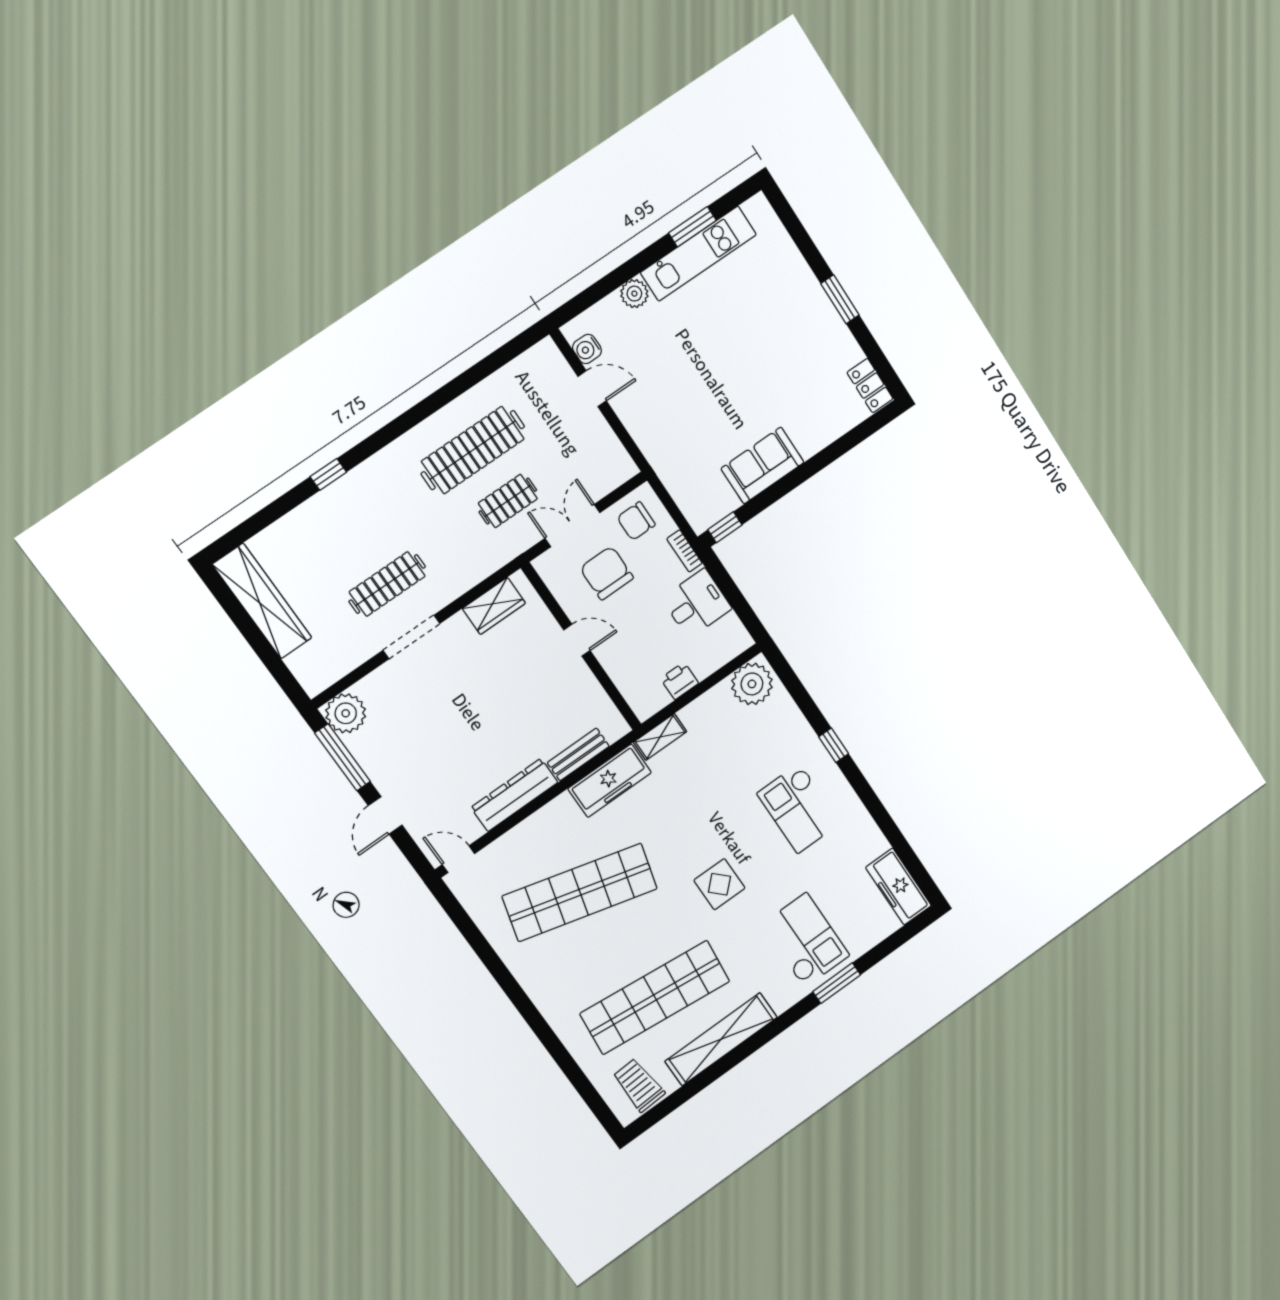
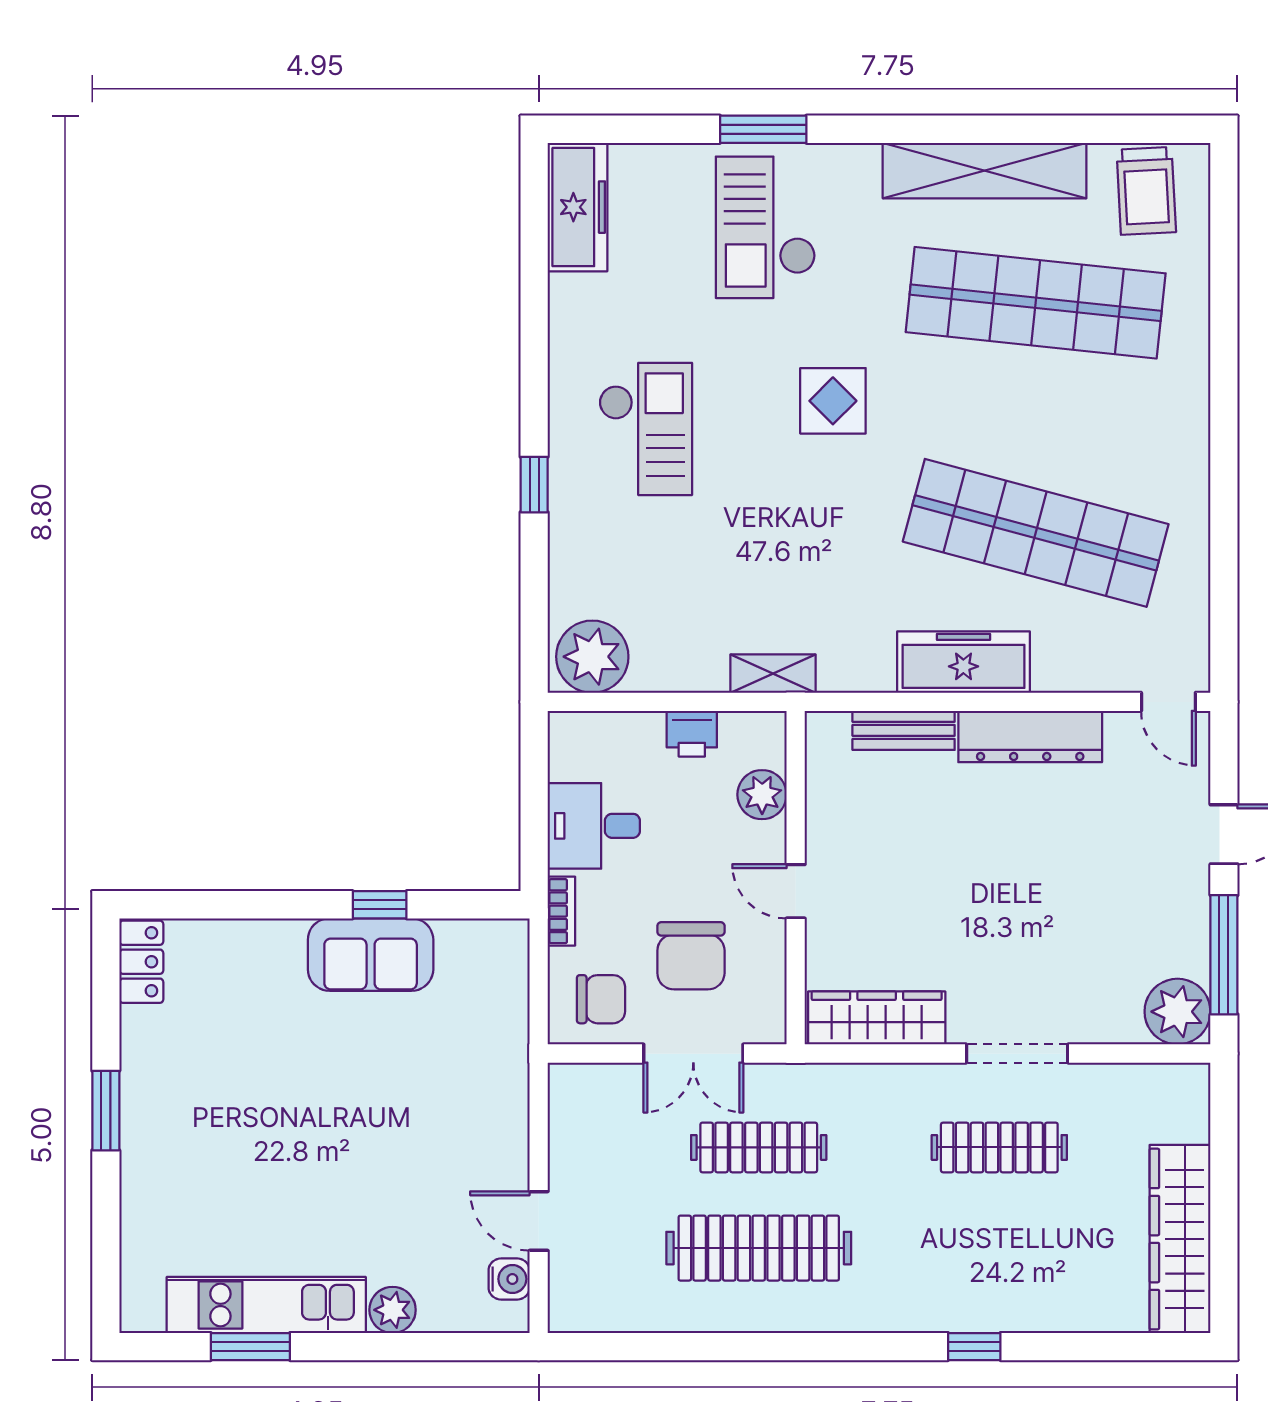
clothes rail: (508, 501) -> (759, 1147), width x1.36
window: (725, 527) -> (380, 905), moved
wardrobe: (494, 606) -> (877, 1018), width x1.50
plant: (626, 675) -> (762, 795), added
freezer: (610, 781) -> (963, 662), moved

